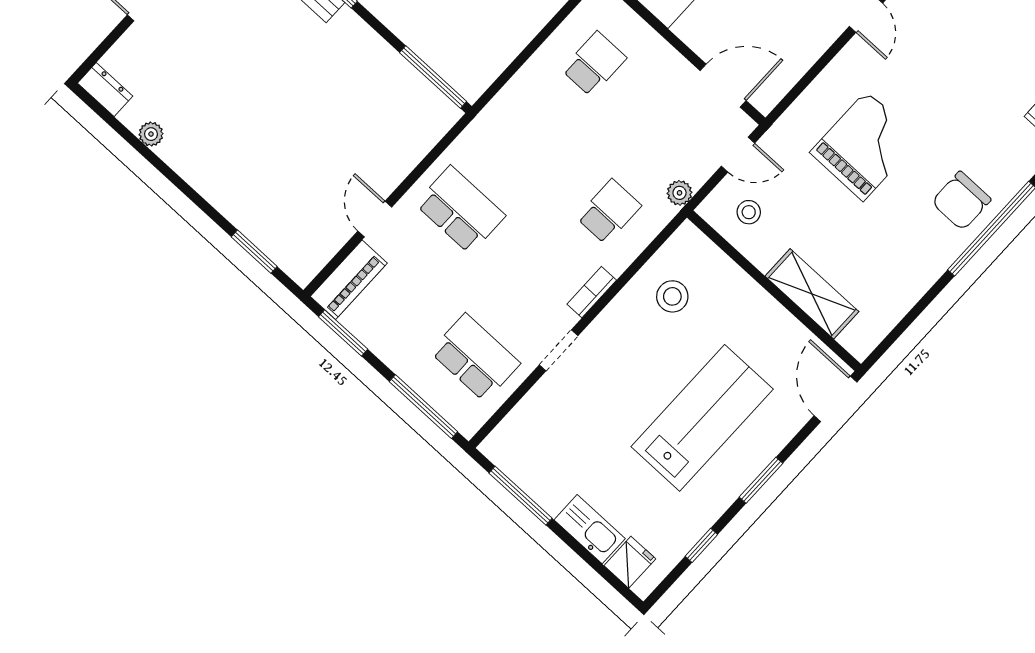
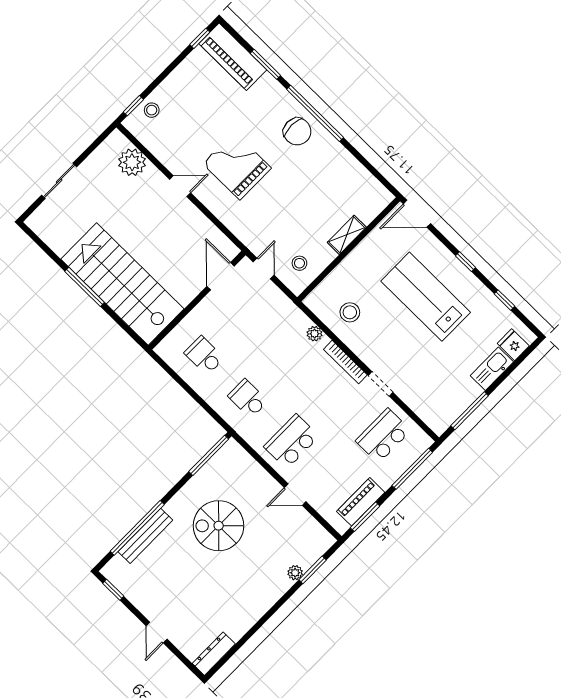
dresser: (105, 90) -> (214, 654), width x1.44
spiral stairs: (320, 97) -> (219, 526), added
plant: (151, 134) -> (295, 573), moved
grand piano: (865, 146) -> (237, 166), moved
plant: (680, 193) -> (315, 334), moved
school desk: (609, 212) -> (248, 399), moved
piano: (349, 280) -> (361, 502), moved, turned -90
bookcase: (592, 292) -> (345, 362), width x1.56
shelving: (812, 294) -> (347, 235), width x0.67, depth x0.75
window: (761, 480) -> (465, 262), width x0.67

